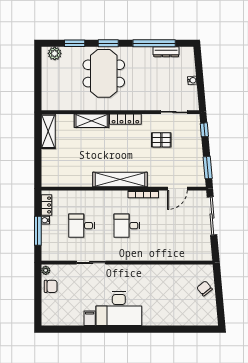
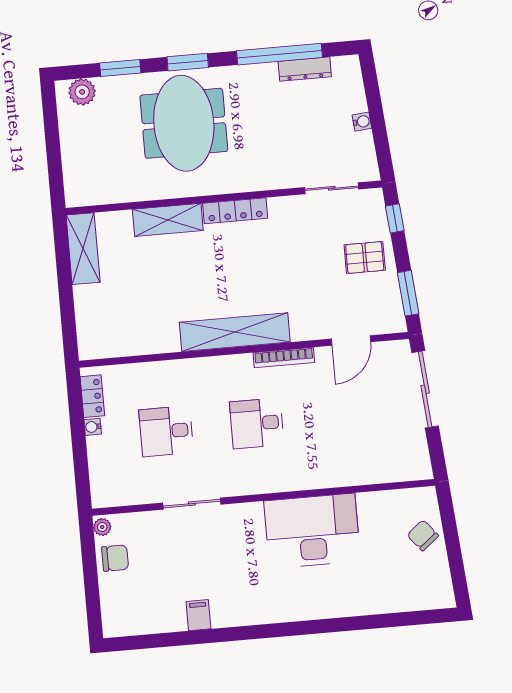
pallet: (161, 140) -> (365, 258), moved
window: (38, 231) -> (80, 449), removed
desk: (119, 309) -> (312, 531), moved, turned 180

